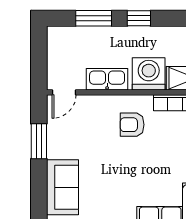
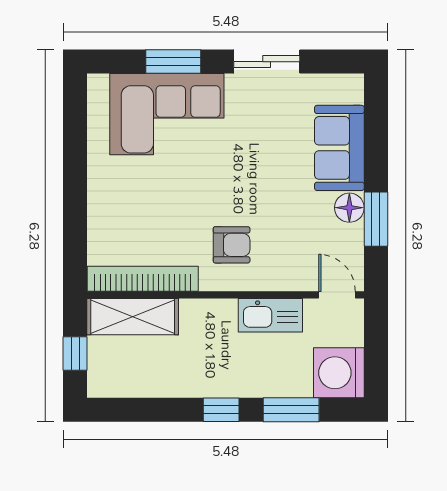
washing machine: (149, 74) -> (339, 373), moved, turned 90
door: (64, 92) -> (337, 295), hinge flipped
floor lamp: (56, 149) -> (349, 208), added

